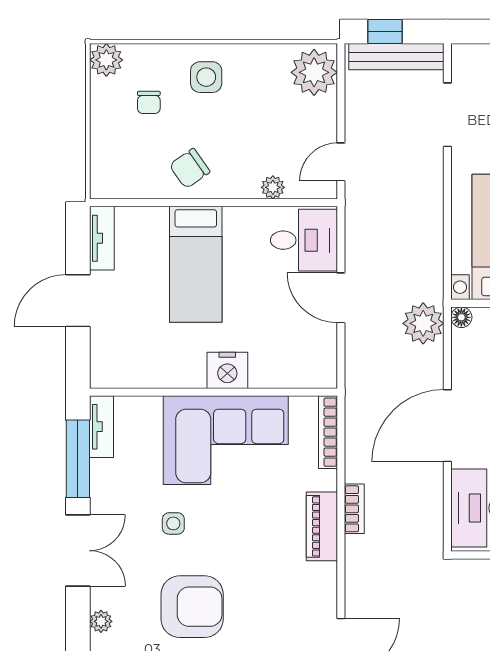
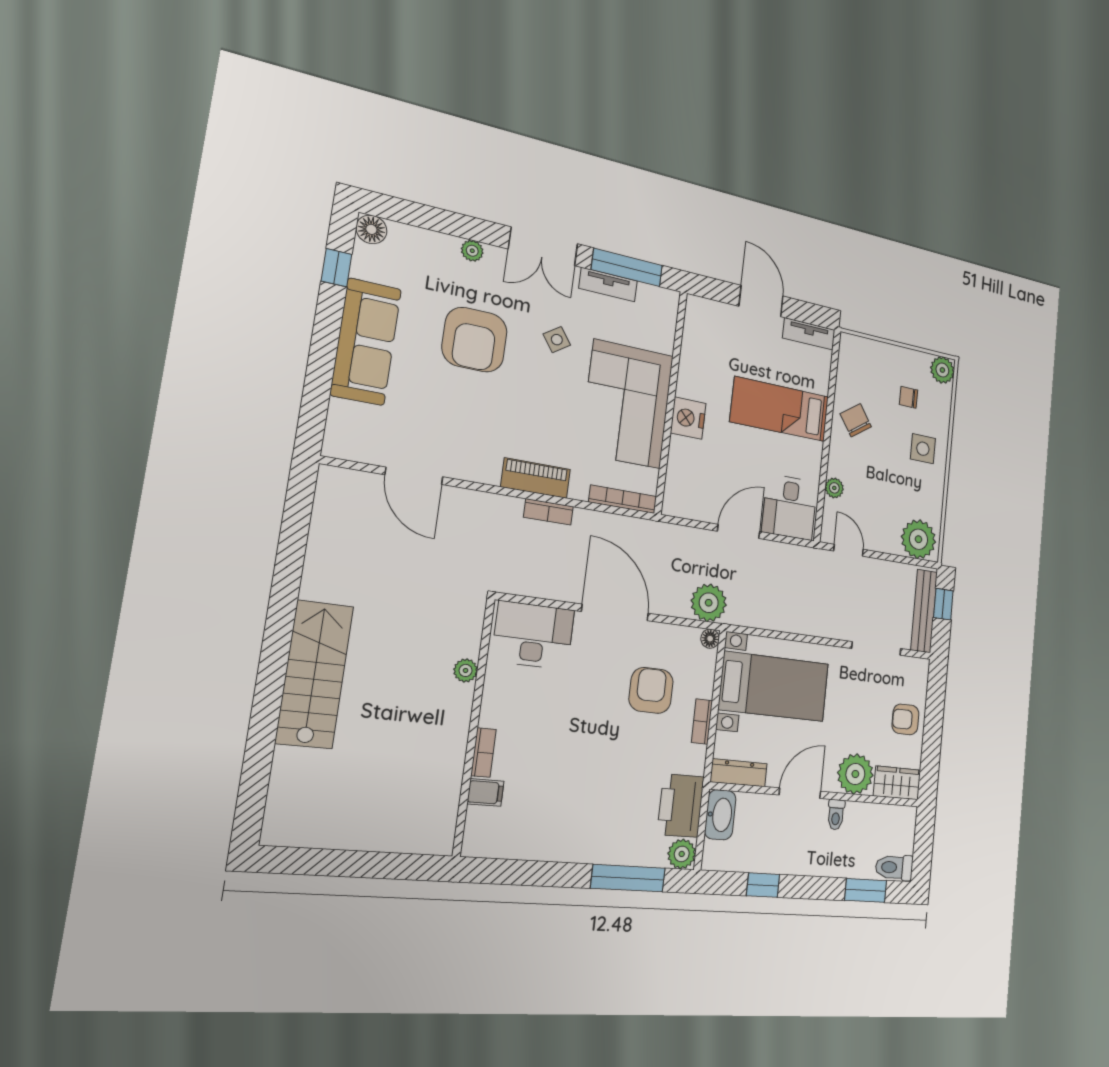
tv unit: (102, 427) -> (608, 285), moved
side table: (173, 523) -> (557, 340), turned -35

